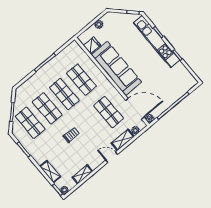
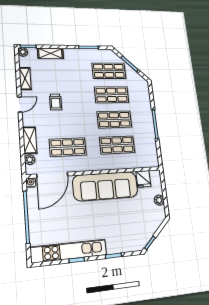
kitchen unit: (156, 41) -> (69, 251), moved
trolley: (71, 135) -> (56, 102), moved
door: (112, 157) -> (20, 104), moved

